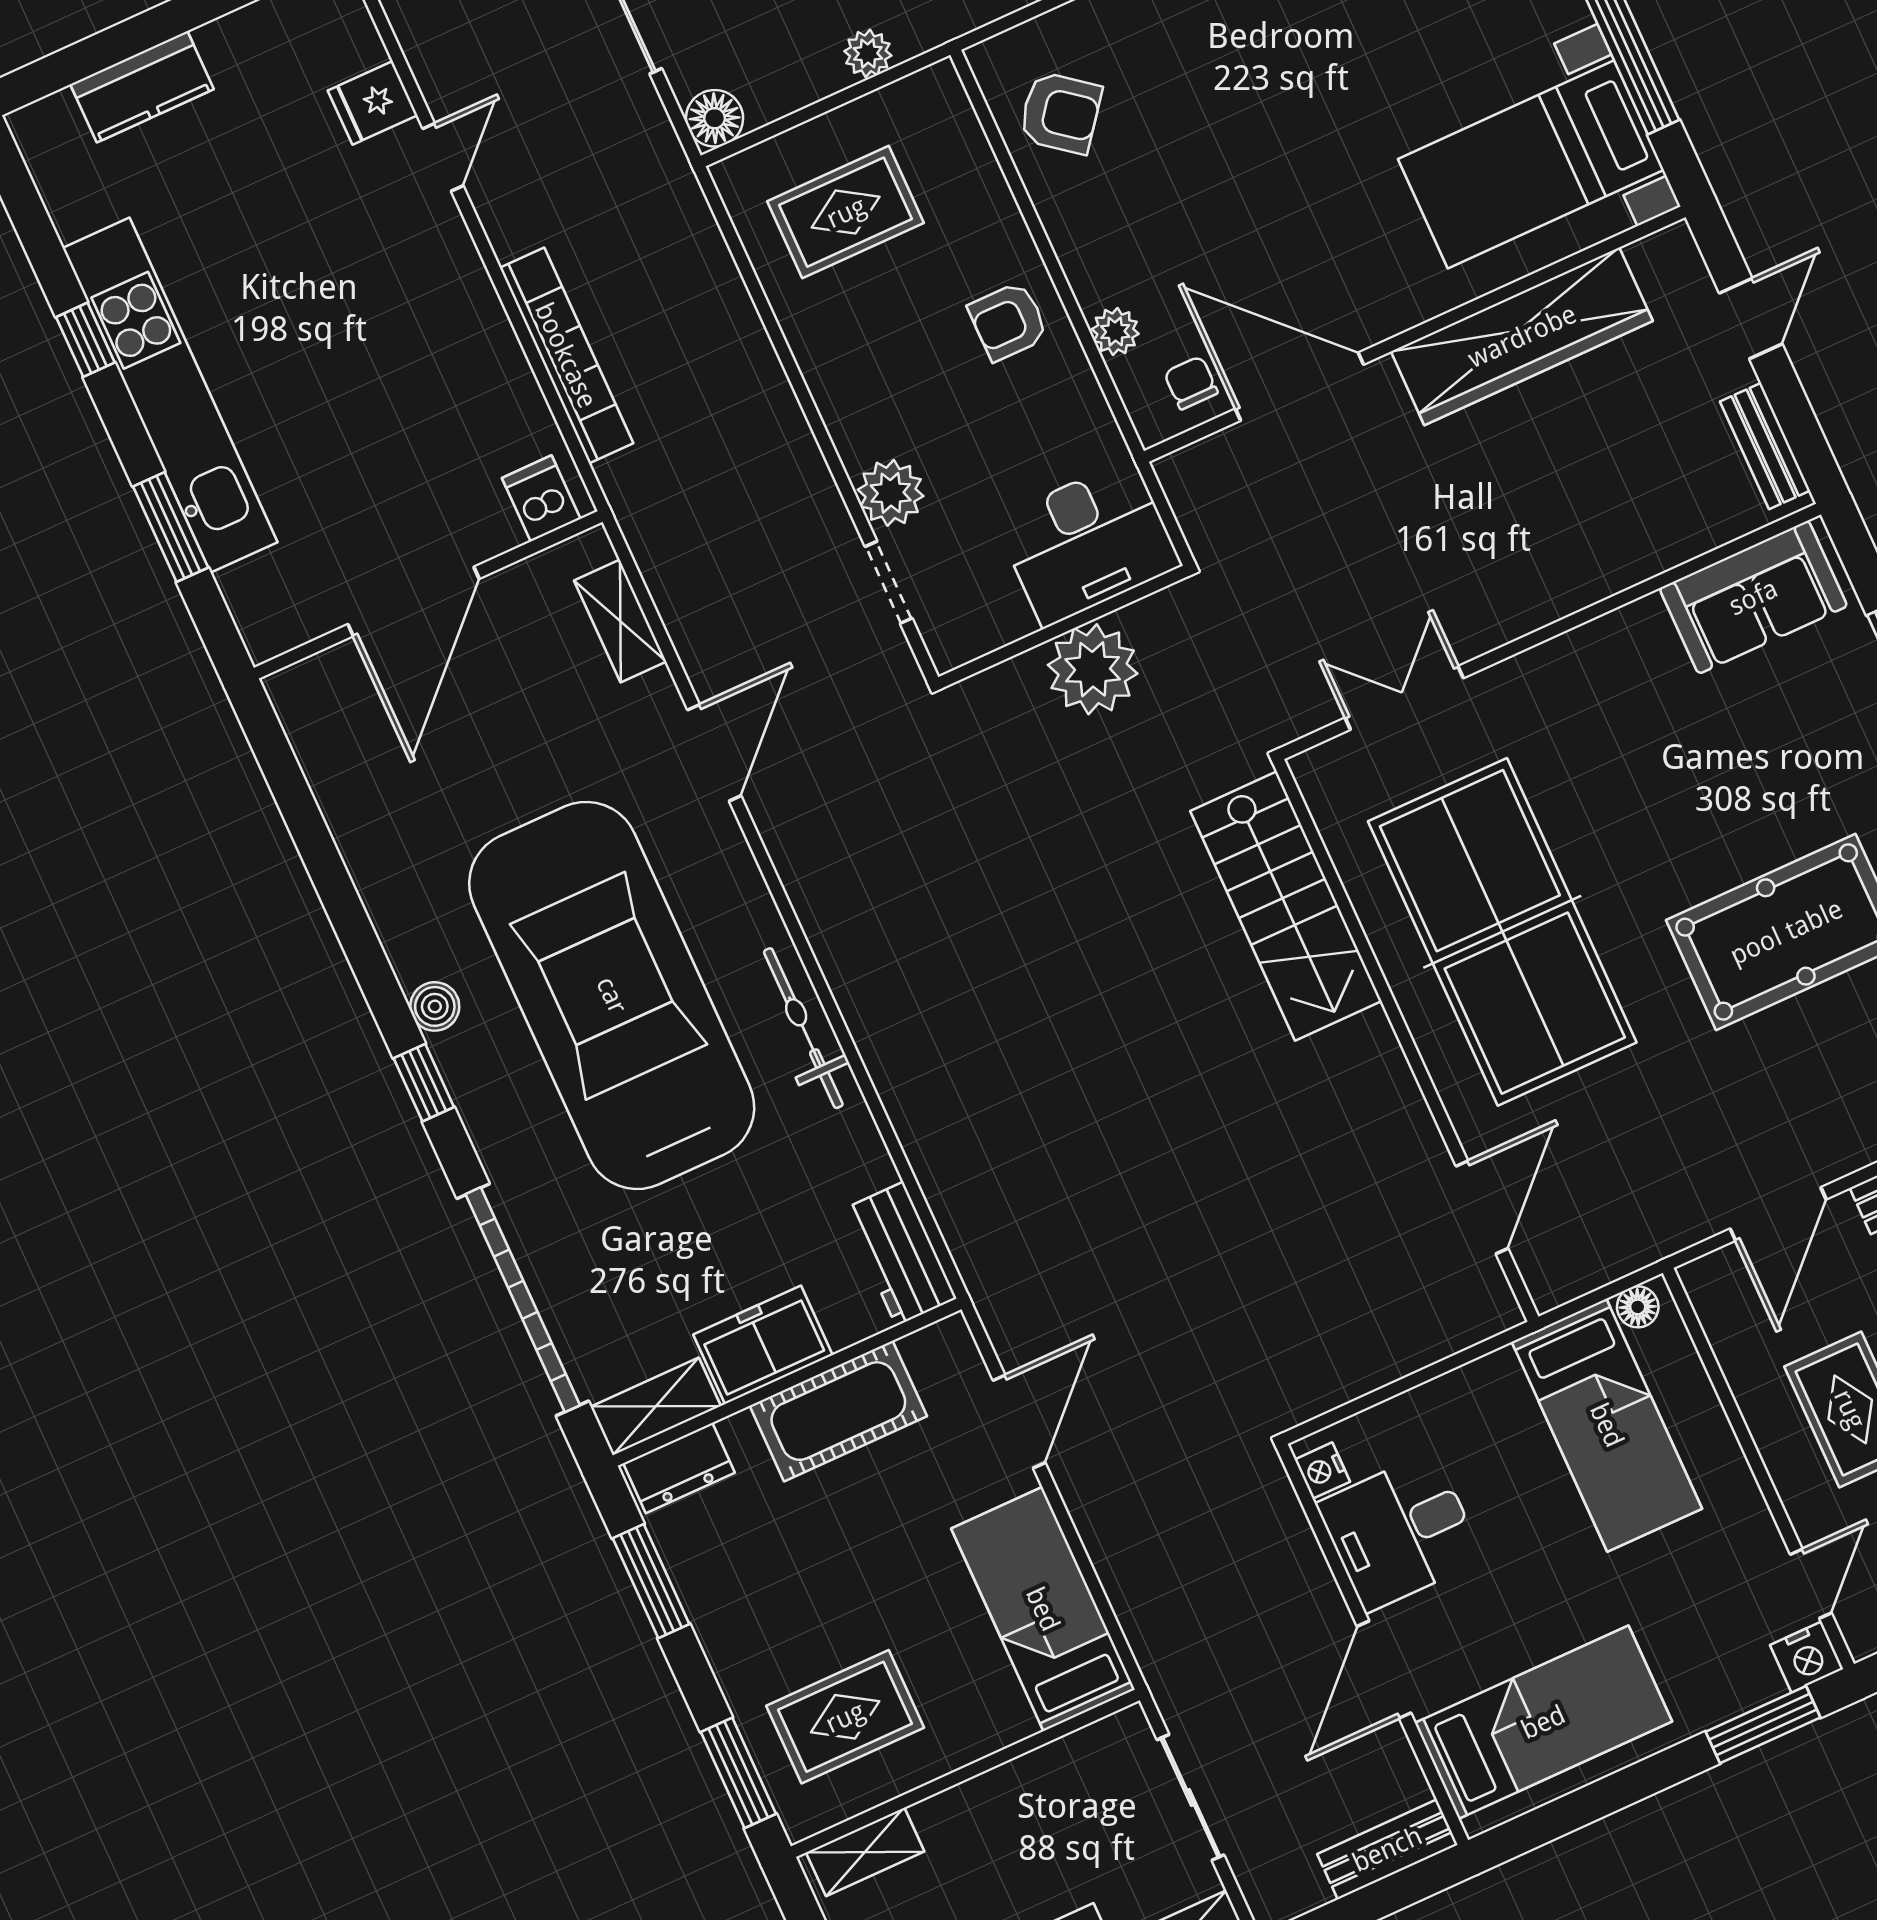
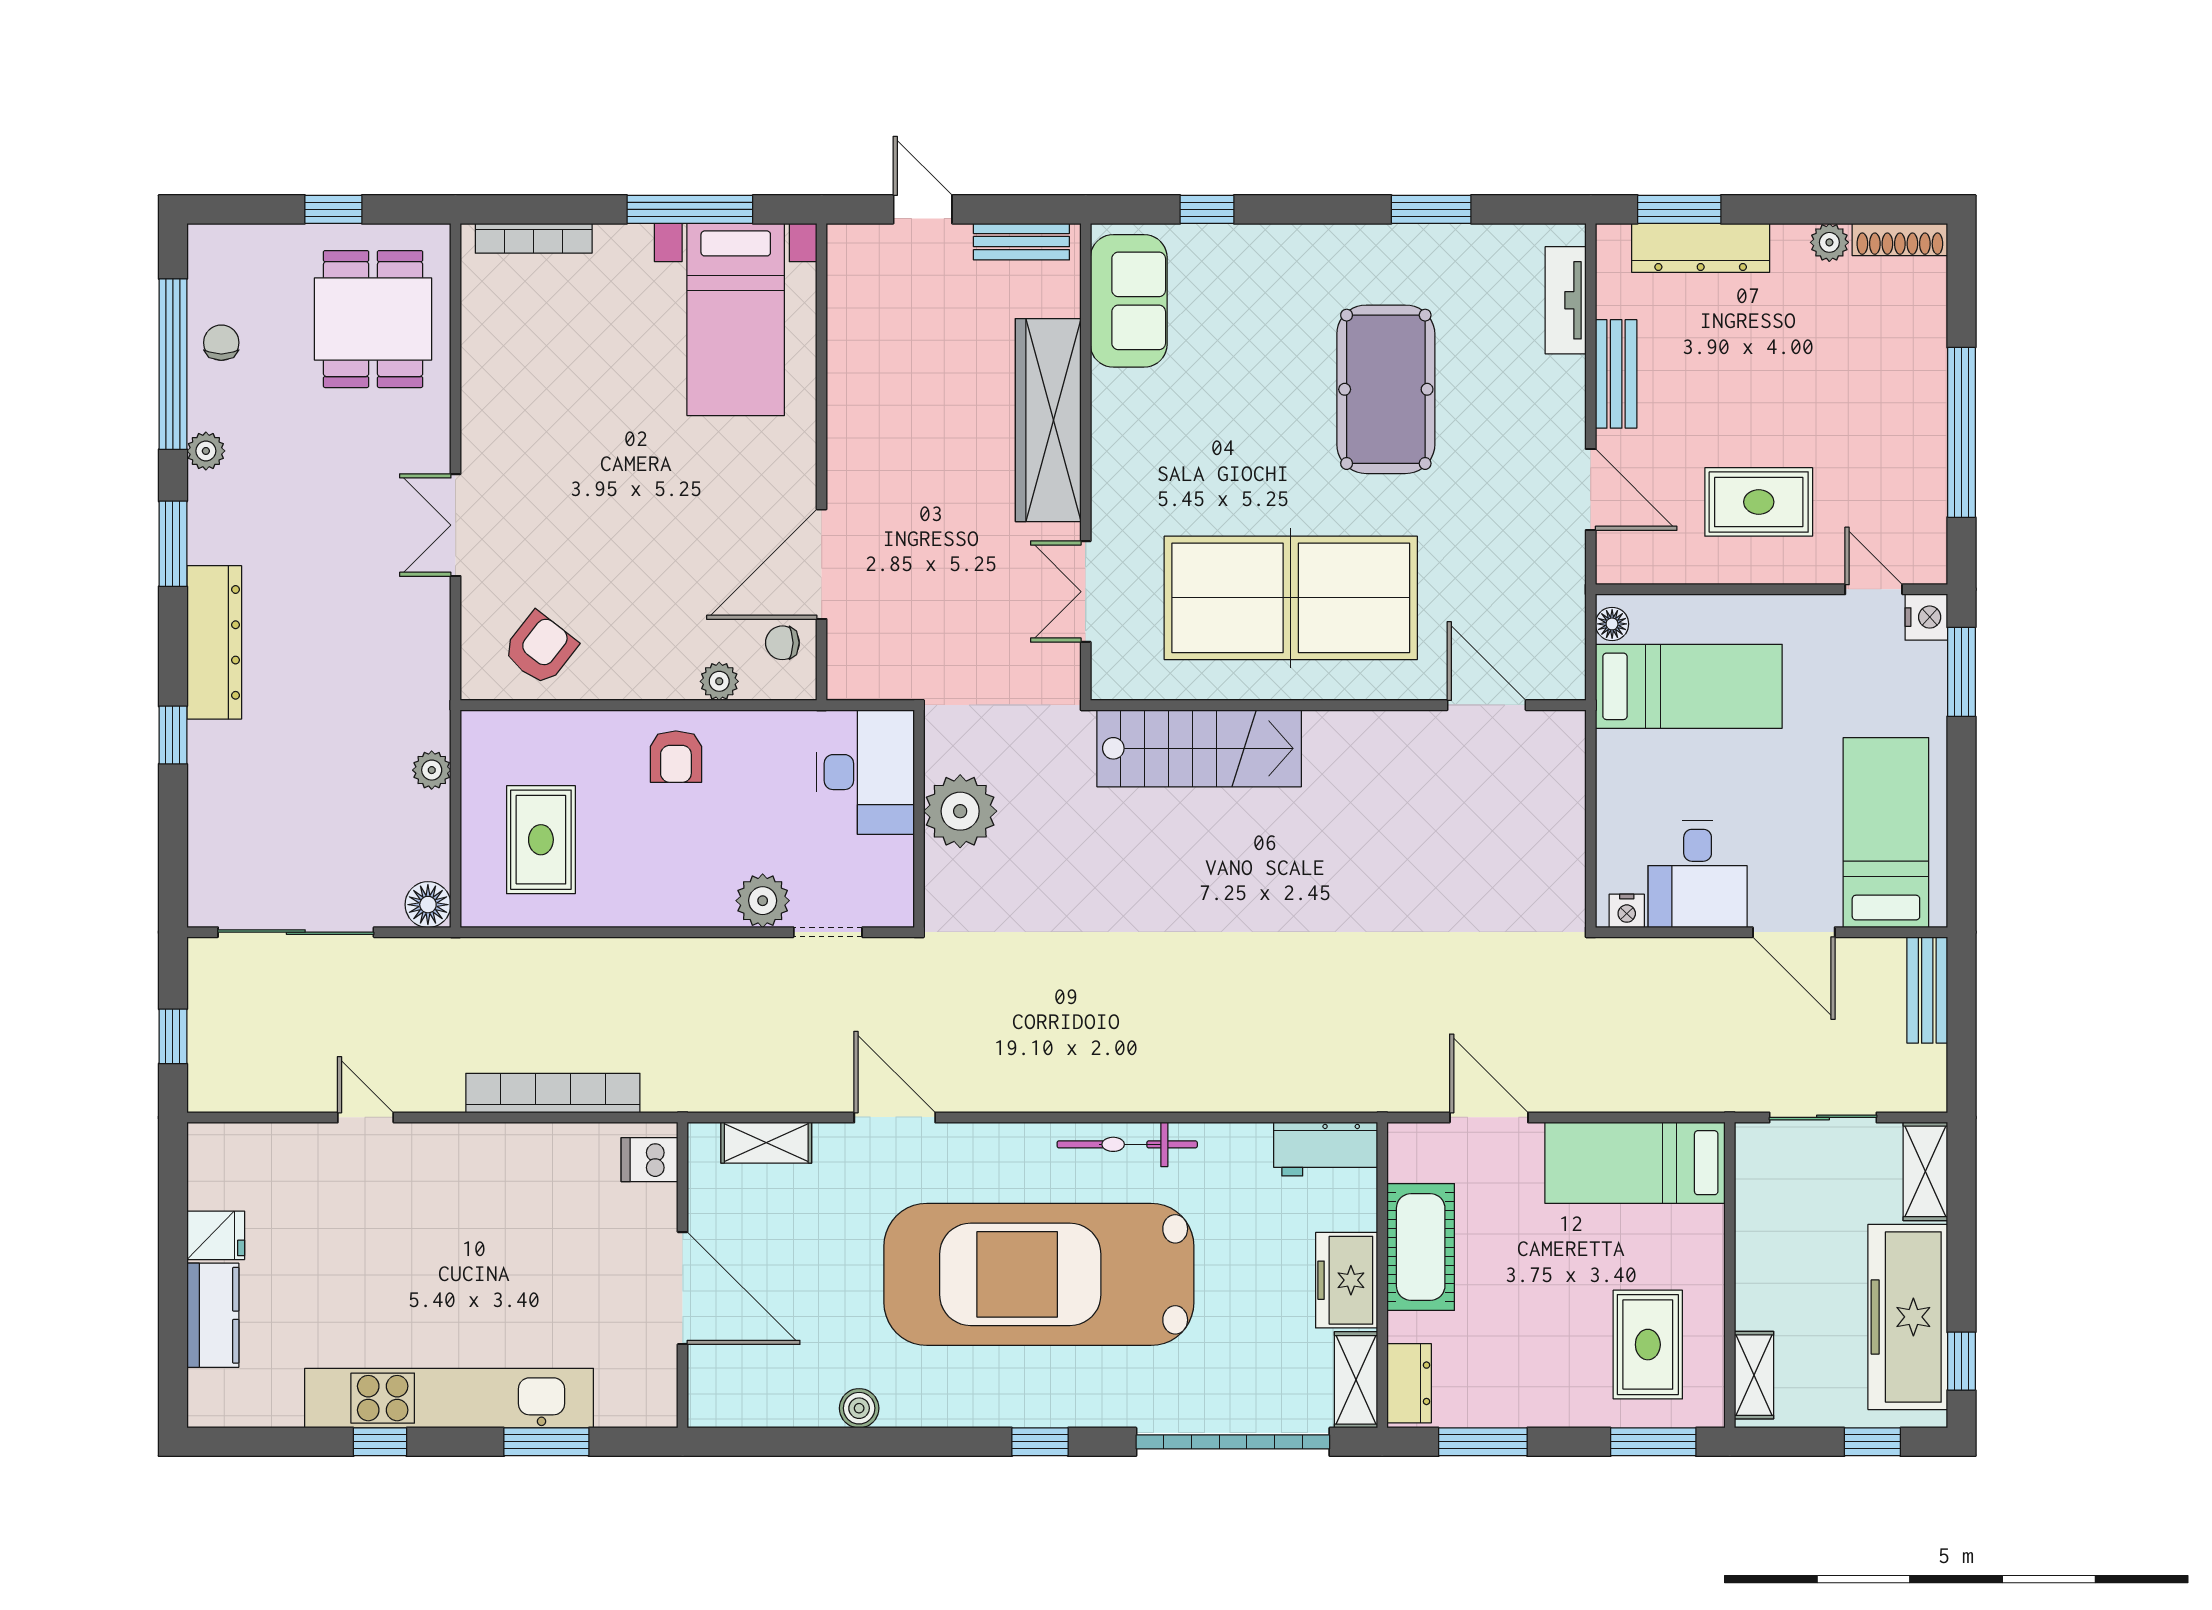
fridge: (373, 103) -> (216, 1235), moved, turned -90
wardrobe: (1522, 336) -> (1048, 420), moved, turned 180
boiler: (435, 1006) -> (859, 1408), moved

